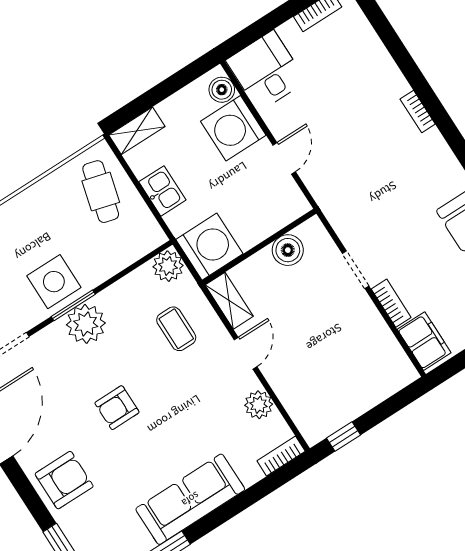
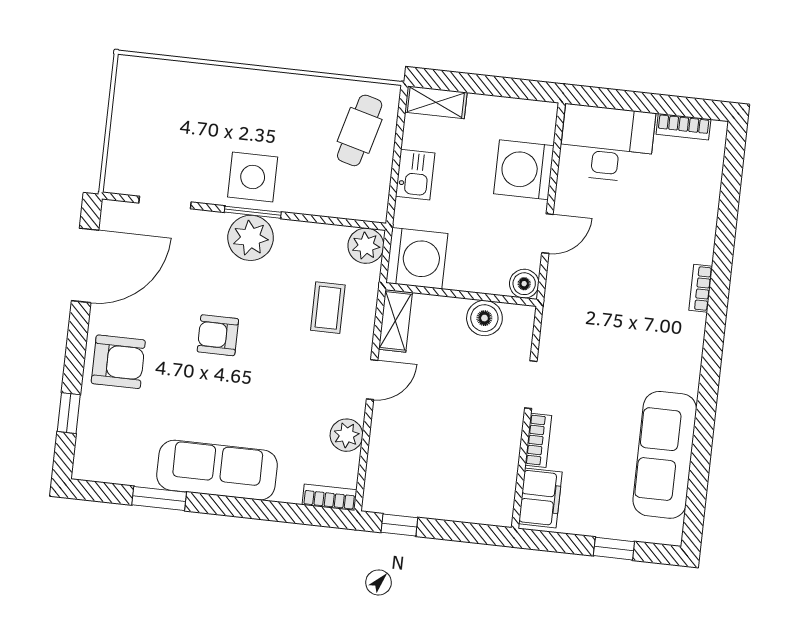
desk: (266, 71) -> (607, 143), width x1.37
boiler: (222, 90) -> (524, 284), moved

